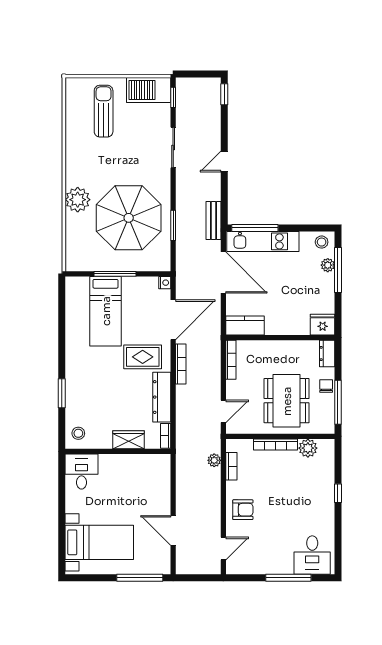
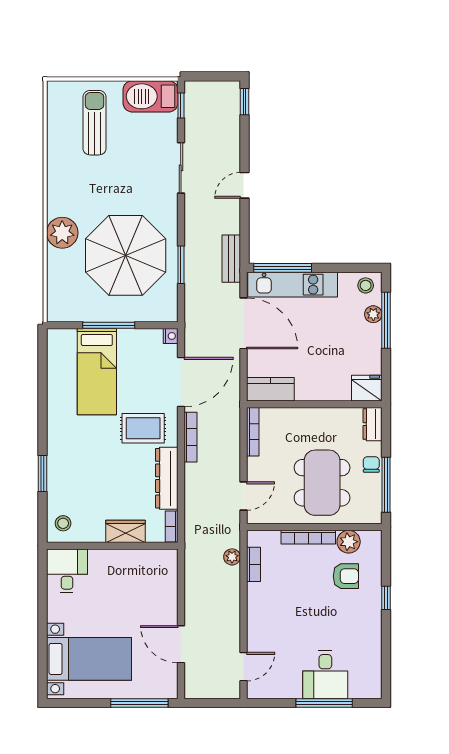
armchair: (243, 510) -> (346, 576), moved
desk: (312, 555) -> (325, 675), moved

